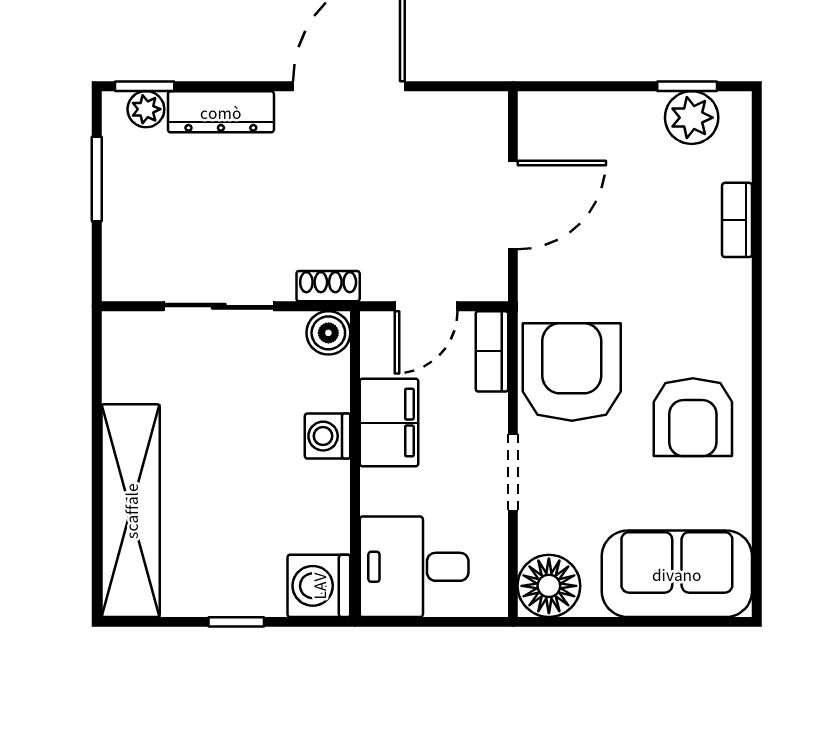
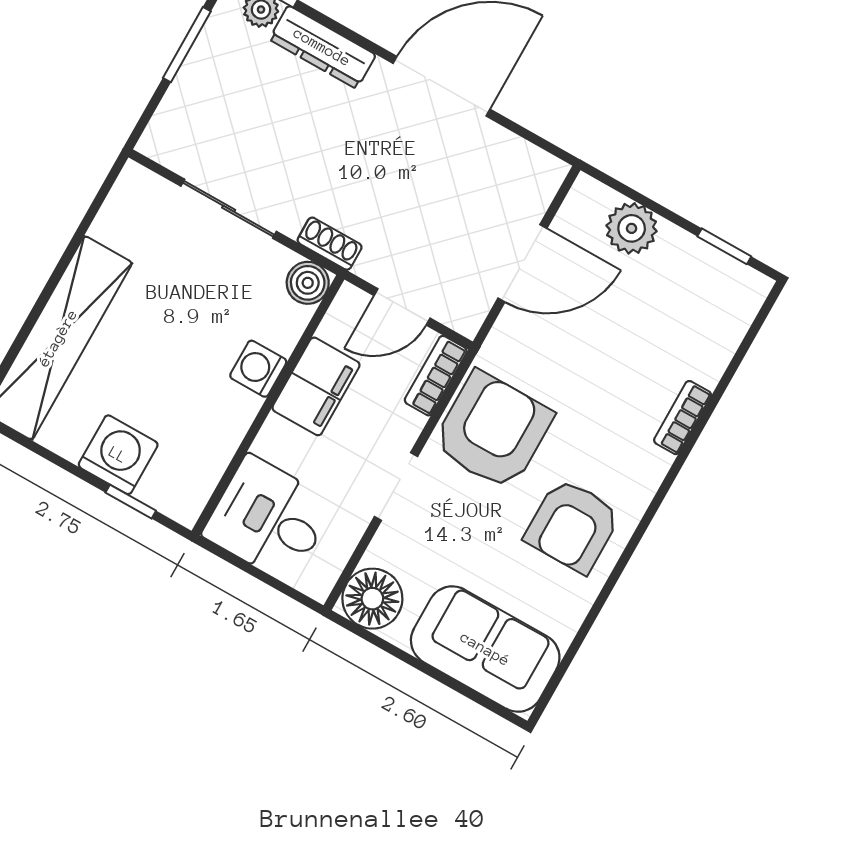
plant: (692, 118) -> (632, 228), moved
bookcase: (737, 220) -> (683, 418), moved
washing machine: (319, 586) -> (118, 455), moved, turned 90
window: (236, 622) -> (131, 502), moved

